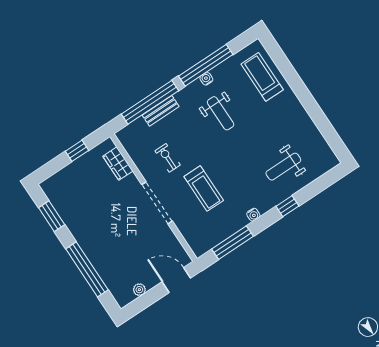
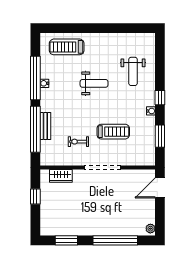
weight bench: (221, 113) -> (94, 83), moved
window: (287, 206) -> (160, 98), moved
window: (232, 243) -> (160, 136), width x0.69
plant: (139, 290) -> (150, 229), moved

